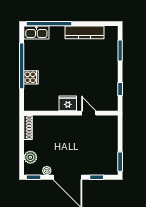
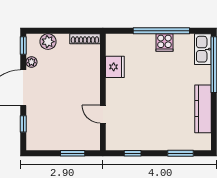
cooker: (31, 77) -> (164, 42), moved
fridge: (68, 103) -> (115, 67), moved
door: (89, 113) -> (103, 114), swing flipped
window: (120, 162) -> (73, 153), moved

